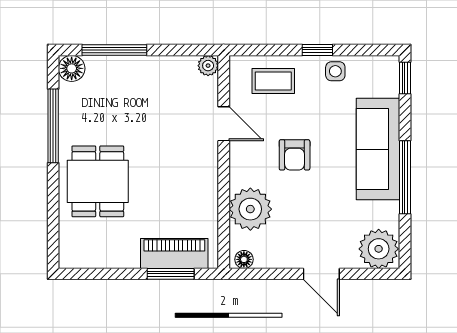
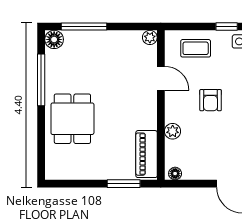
plant: (250, 209) -> (173, 131), width x0.53, depth x0.53
piano: (174, 253) -> (147, 154), moved, turned -90

